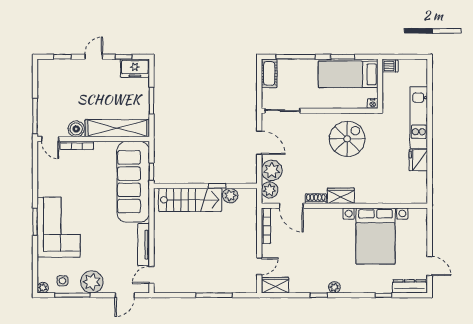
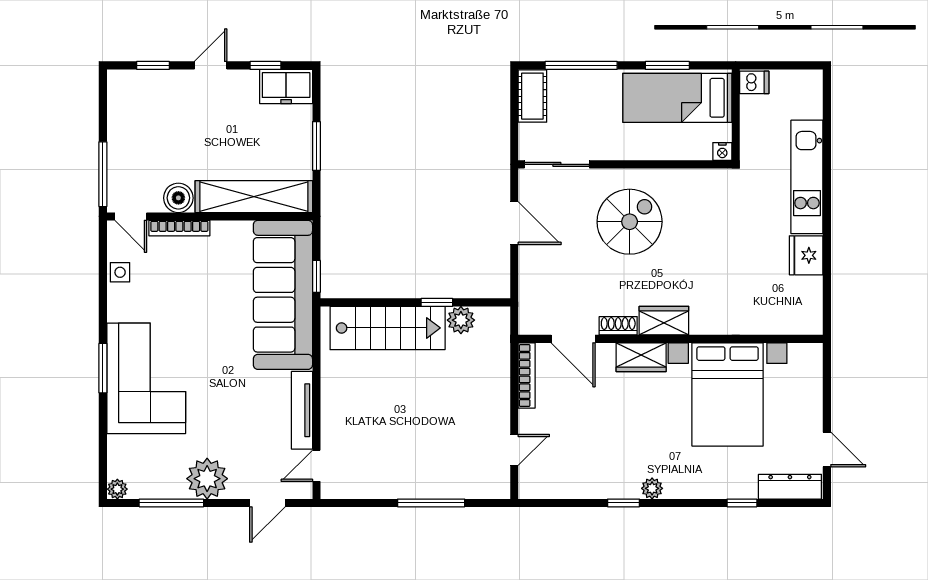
spiral stairs: (347, 139) -> (630, 222), moved
plant: (272, 170) -> (537, 274), removed
plant: (270, 190) -> (533, 310), removed
side table: (62, 281) -> (120, 272), moved
wardrobe: (275, 285) -> (641, 357), moved, turned 180

